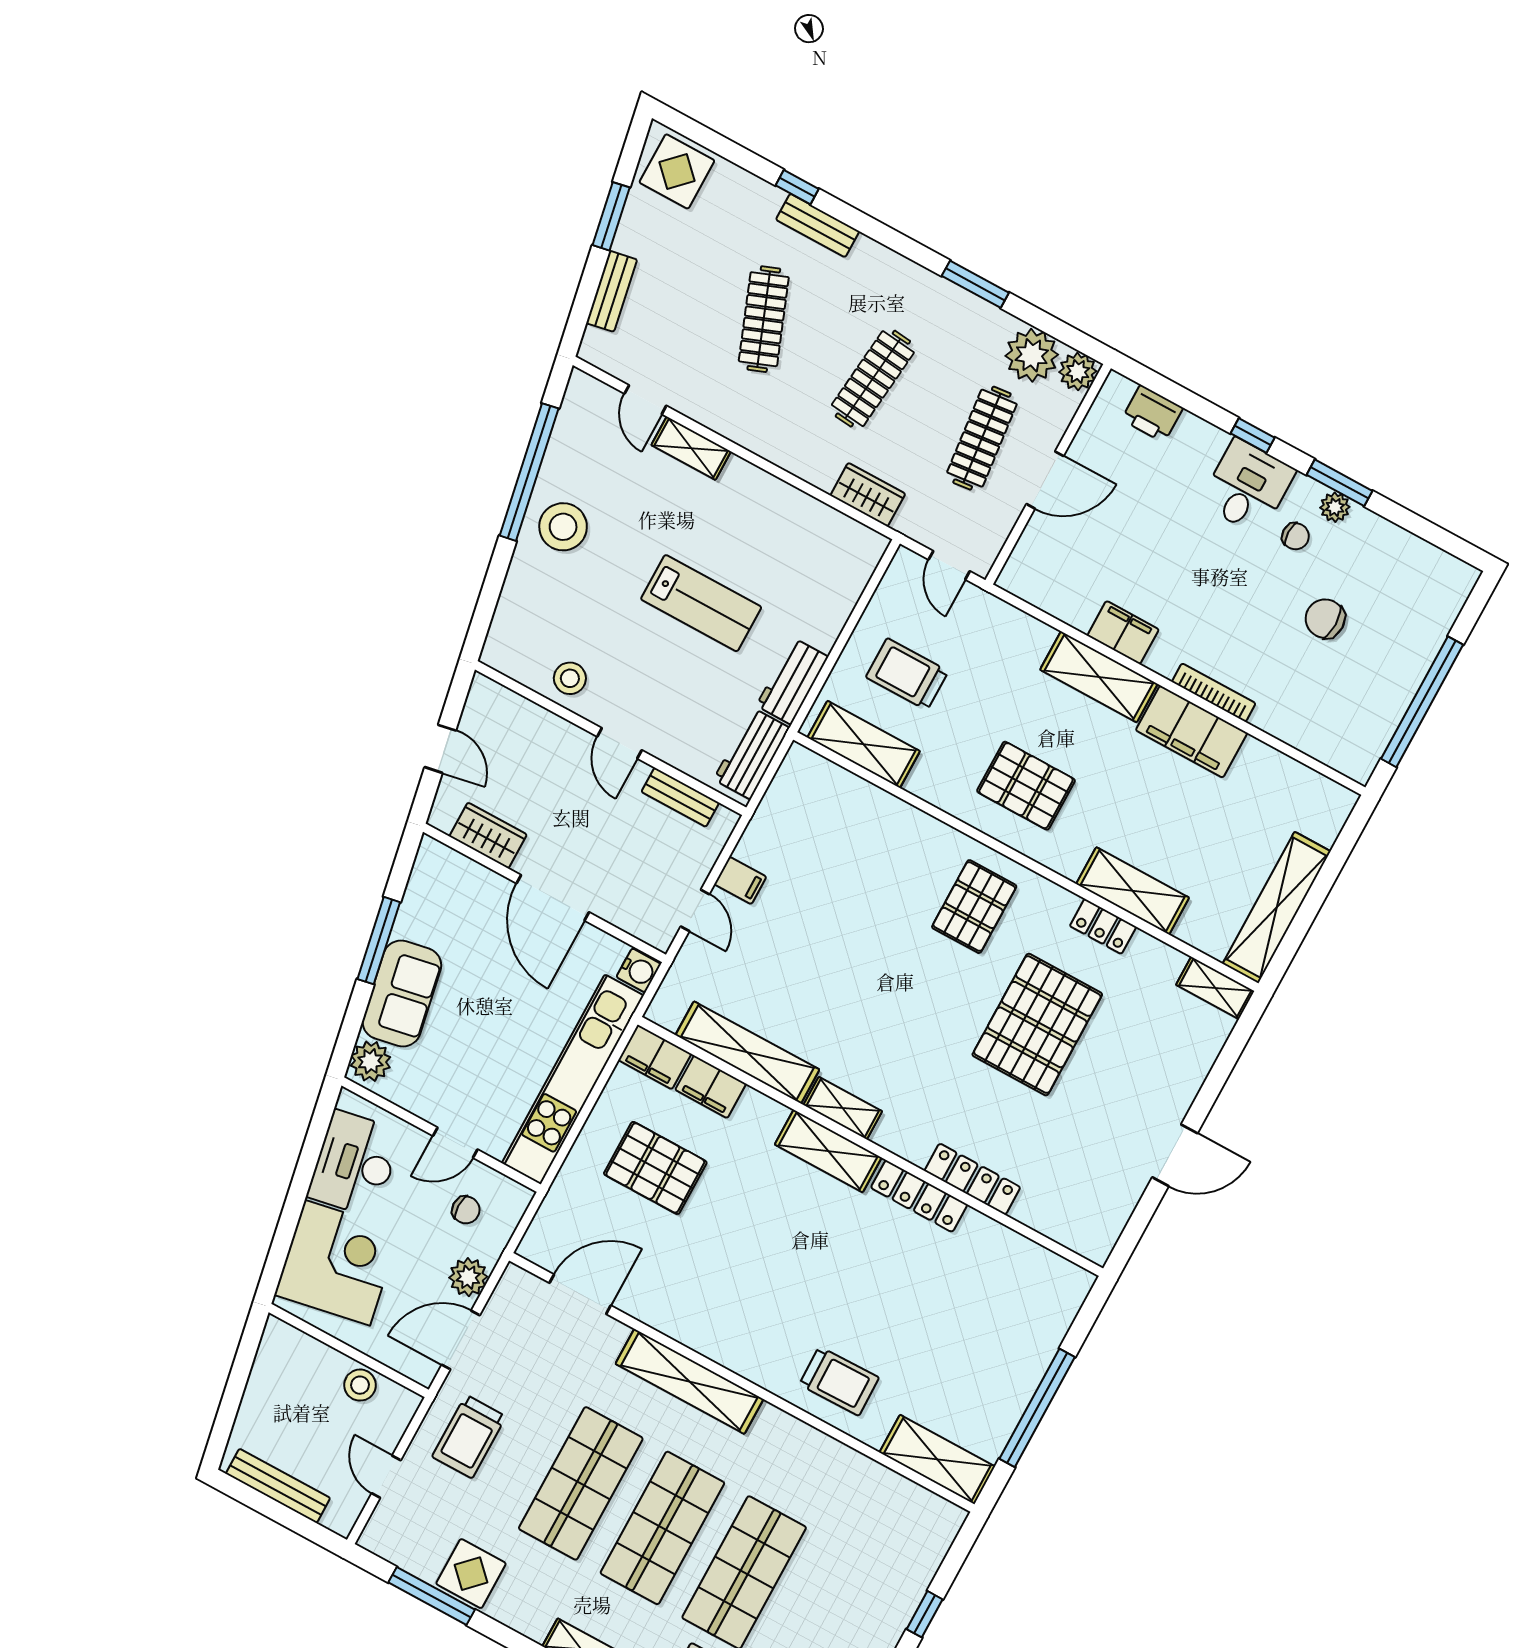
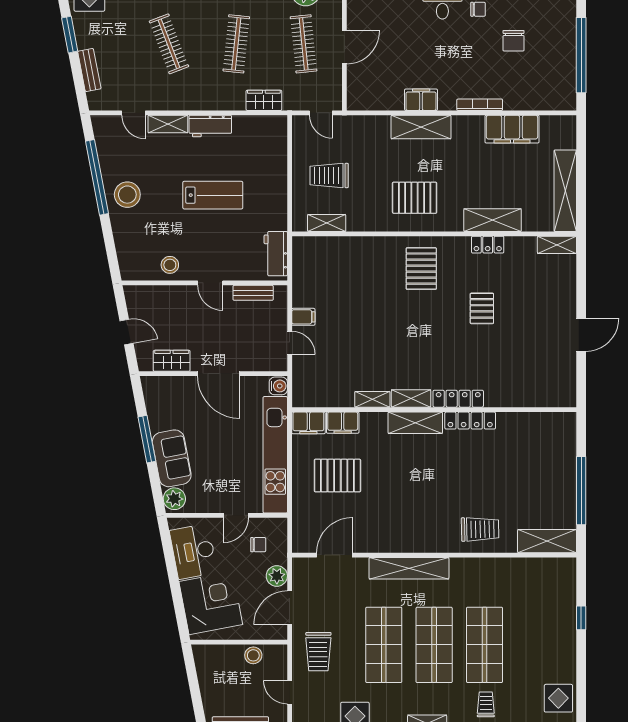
chair: (1325, 619) -> (513, 41), turned -90
workbench: (792, 681) -> (210, 126), moved, turned -90
filing cabinet: (1192, 732) -> (512, 129), moved
shelving: (864, 744) -> (327, 223), width x0.67, depth x0.75
pallet: (1037, 1025) -> (482, 308), width x0.49, depth x0.50
shelving: (747, 1052) -> (372, 399), width x0.45, depth x0.75
locker: (972, 1179) -> (458, 399), moved

